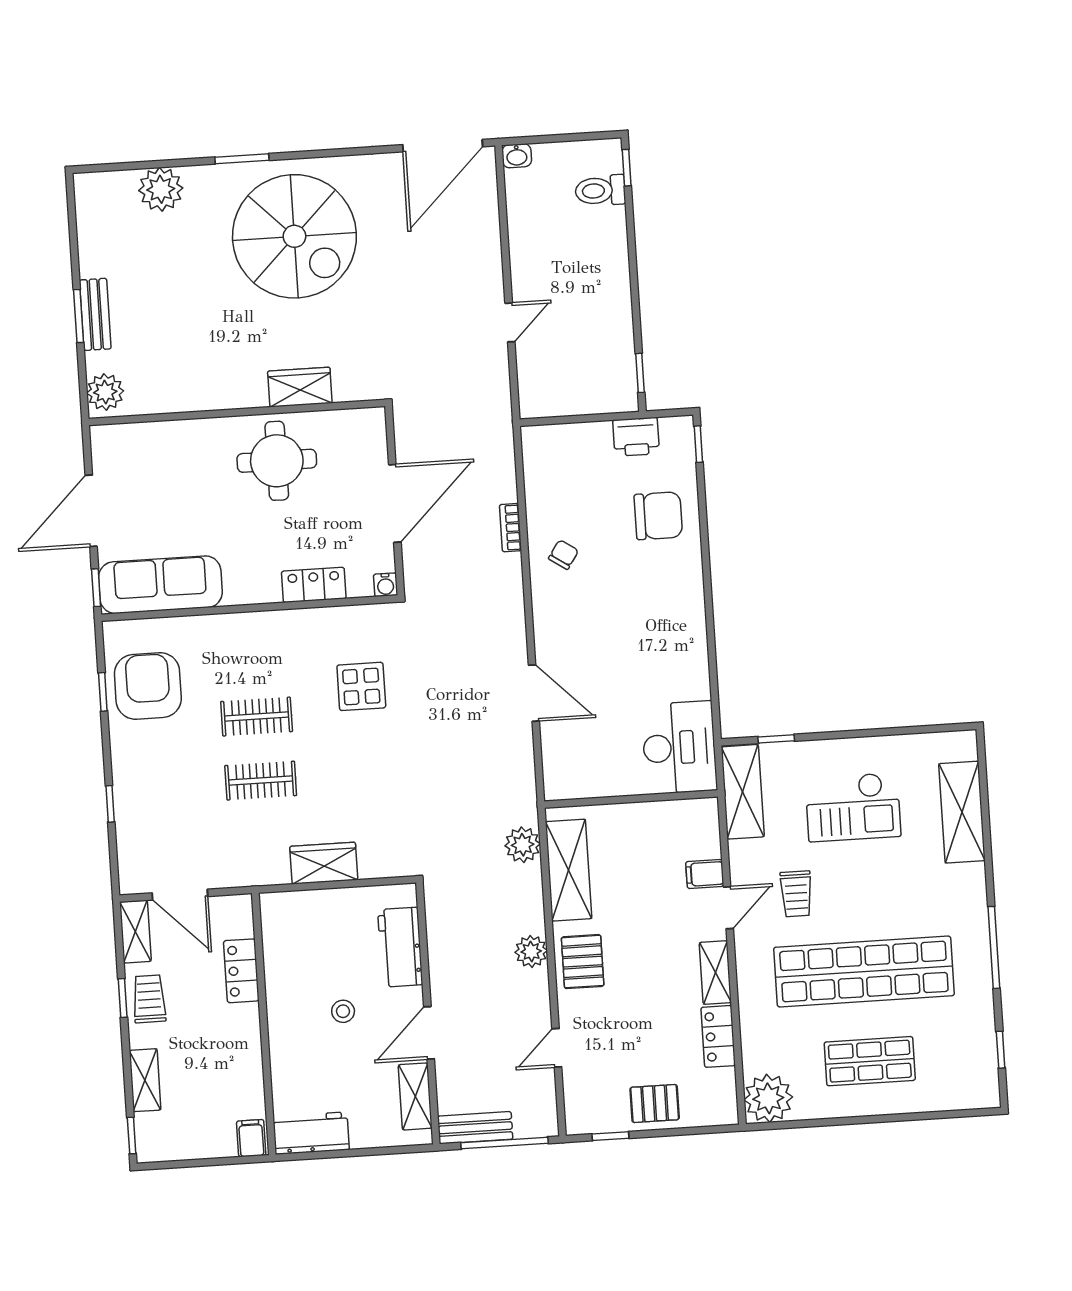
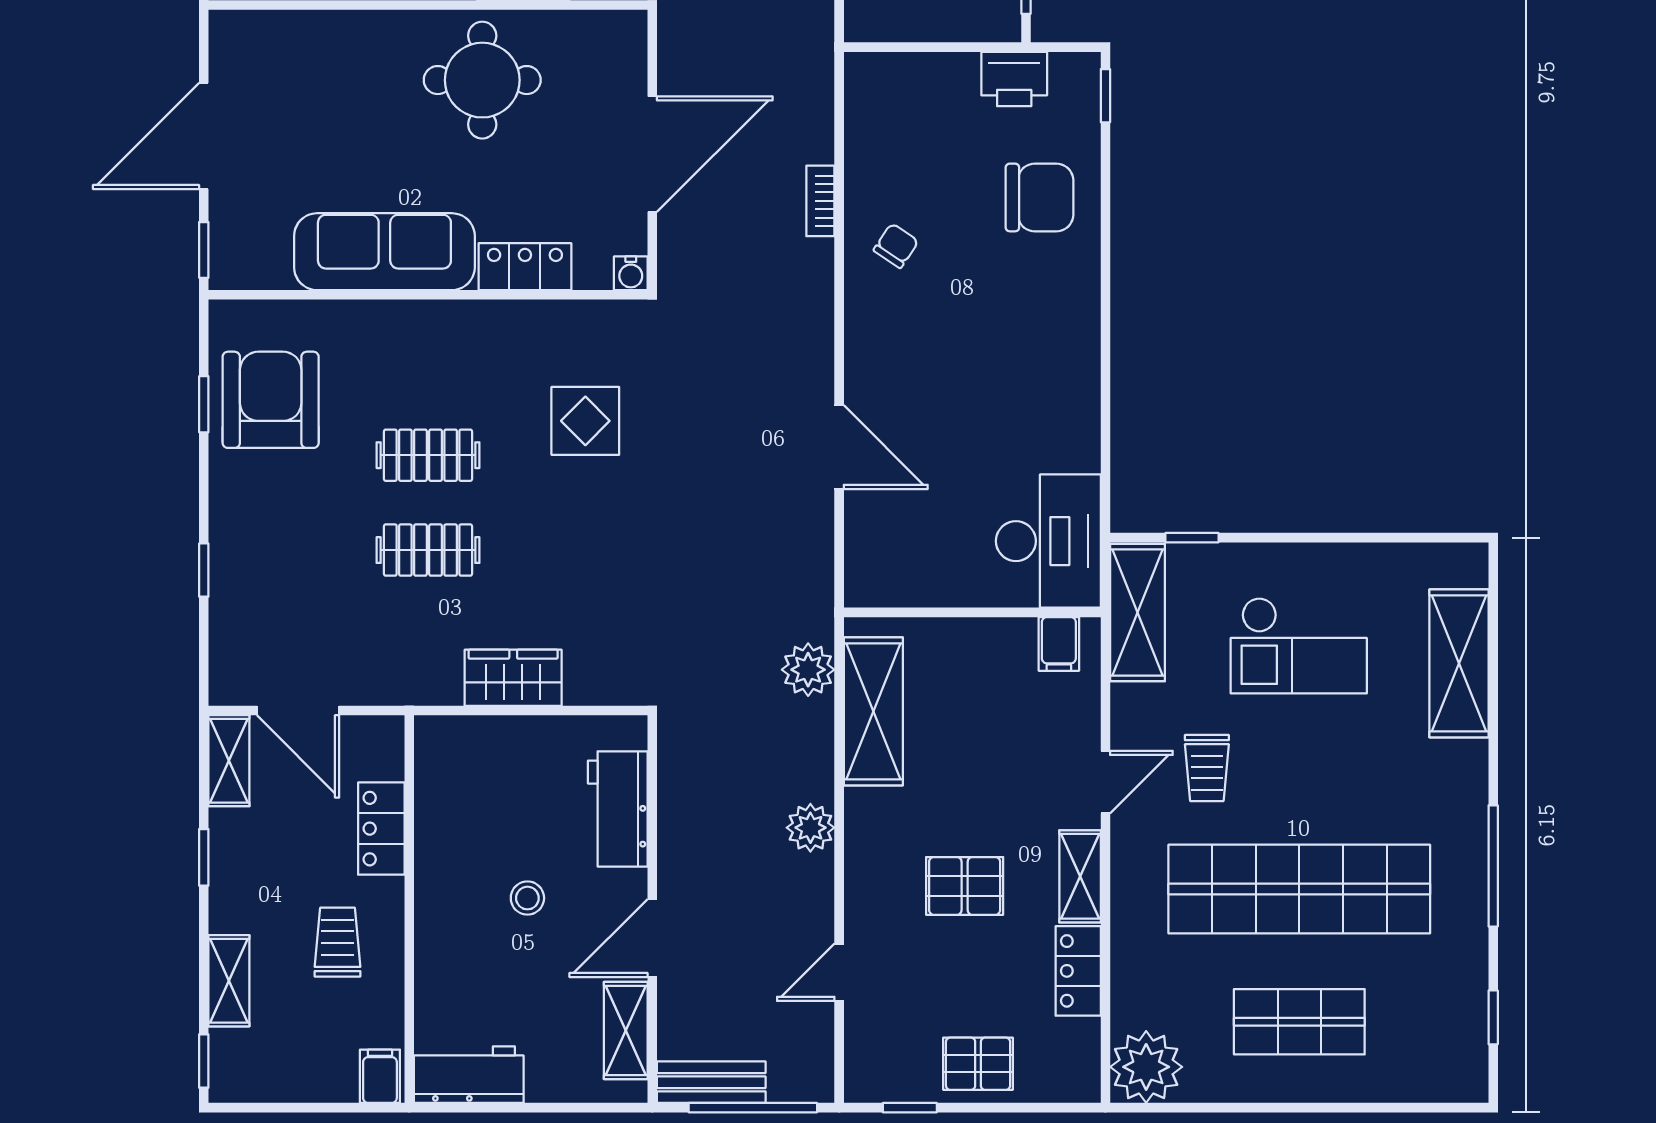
sofa: (160, 585) -> (384, 252), moved
filing cabinet: (705, 874) -> (1059, 644), moved, turned -90
pallet: (583, 962) -> (965, 886), moved, turned 90
trolley: (149, 999) -> (338, 942), moved

